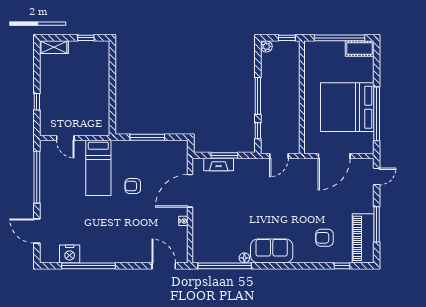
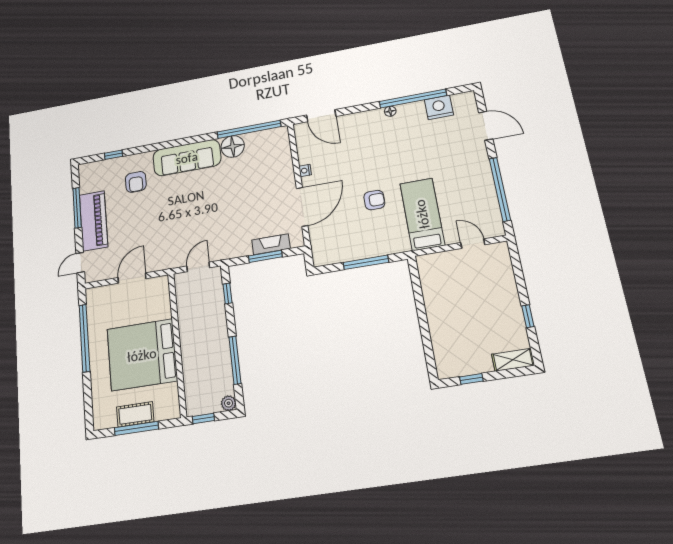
window: (340, 38) -> (136, 428), width x0.68
cot: (360, 49) -> (135, 414), moved
window: (258, 96) -> (235, 360), moved
window: (37, 102) -> (528, 316), moved
bed: (347, 107) -> (142, 355), moved, turned 180
door: (334, 156) -> (132, 278), width x0.73
armchair: (324, 238) -> (136, 182), turned 90
piano: (363, 238) -> (94, 221), moved
sofa: (272, 251) -> (187, 158), width x1.36
floor lamp: (108, 258) -> (390, 111), added
floor lamp: (244, 258) -> (233, 146), width x1.89, depth x1.89

